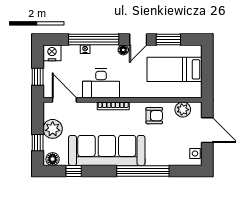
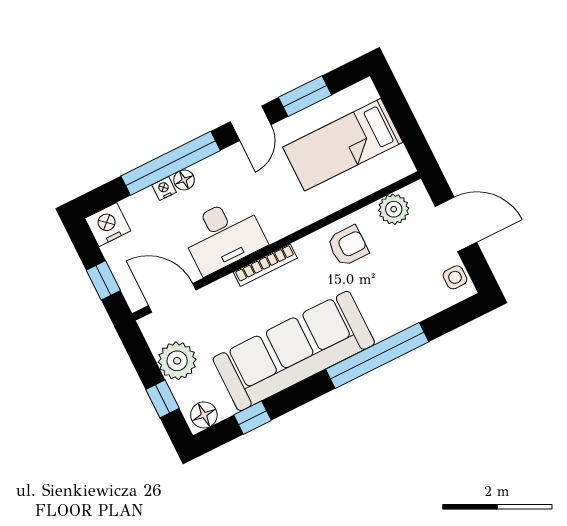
floor lamp: (123, 50) -> (184, 180), moved

